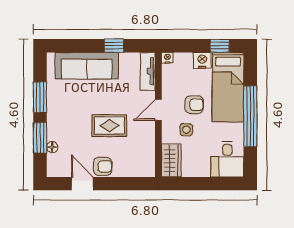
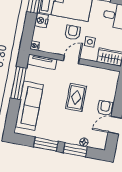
window: (114, 46) -> (18, 83), width x2.17
door: (158, 110) -> (72, 60), swing flipped

